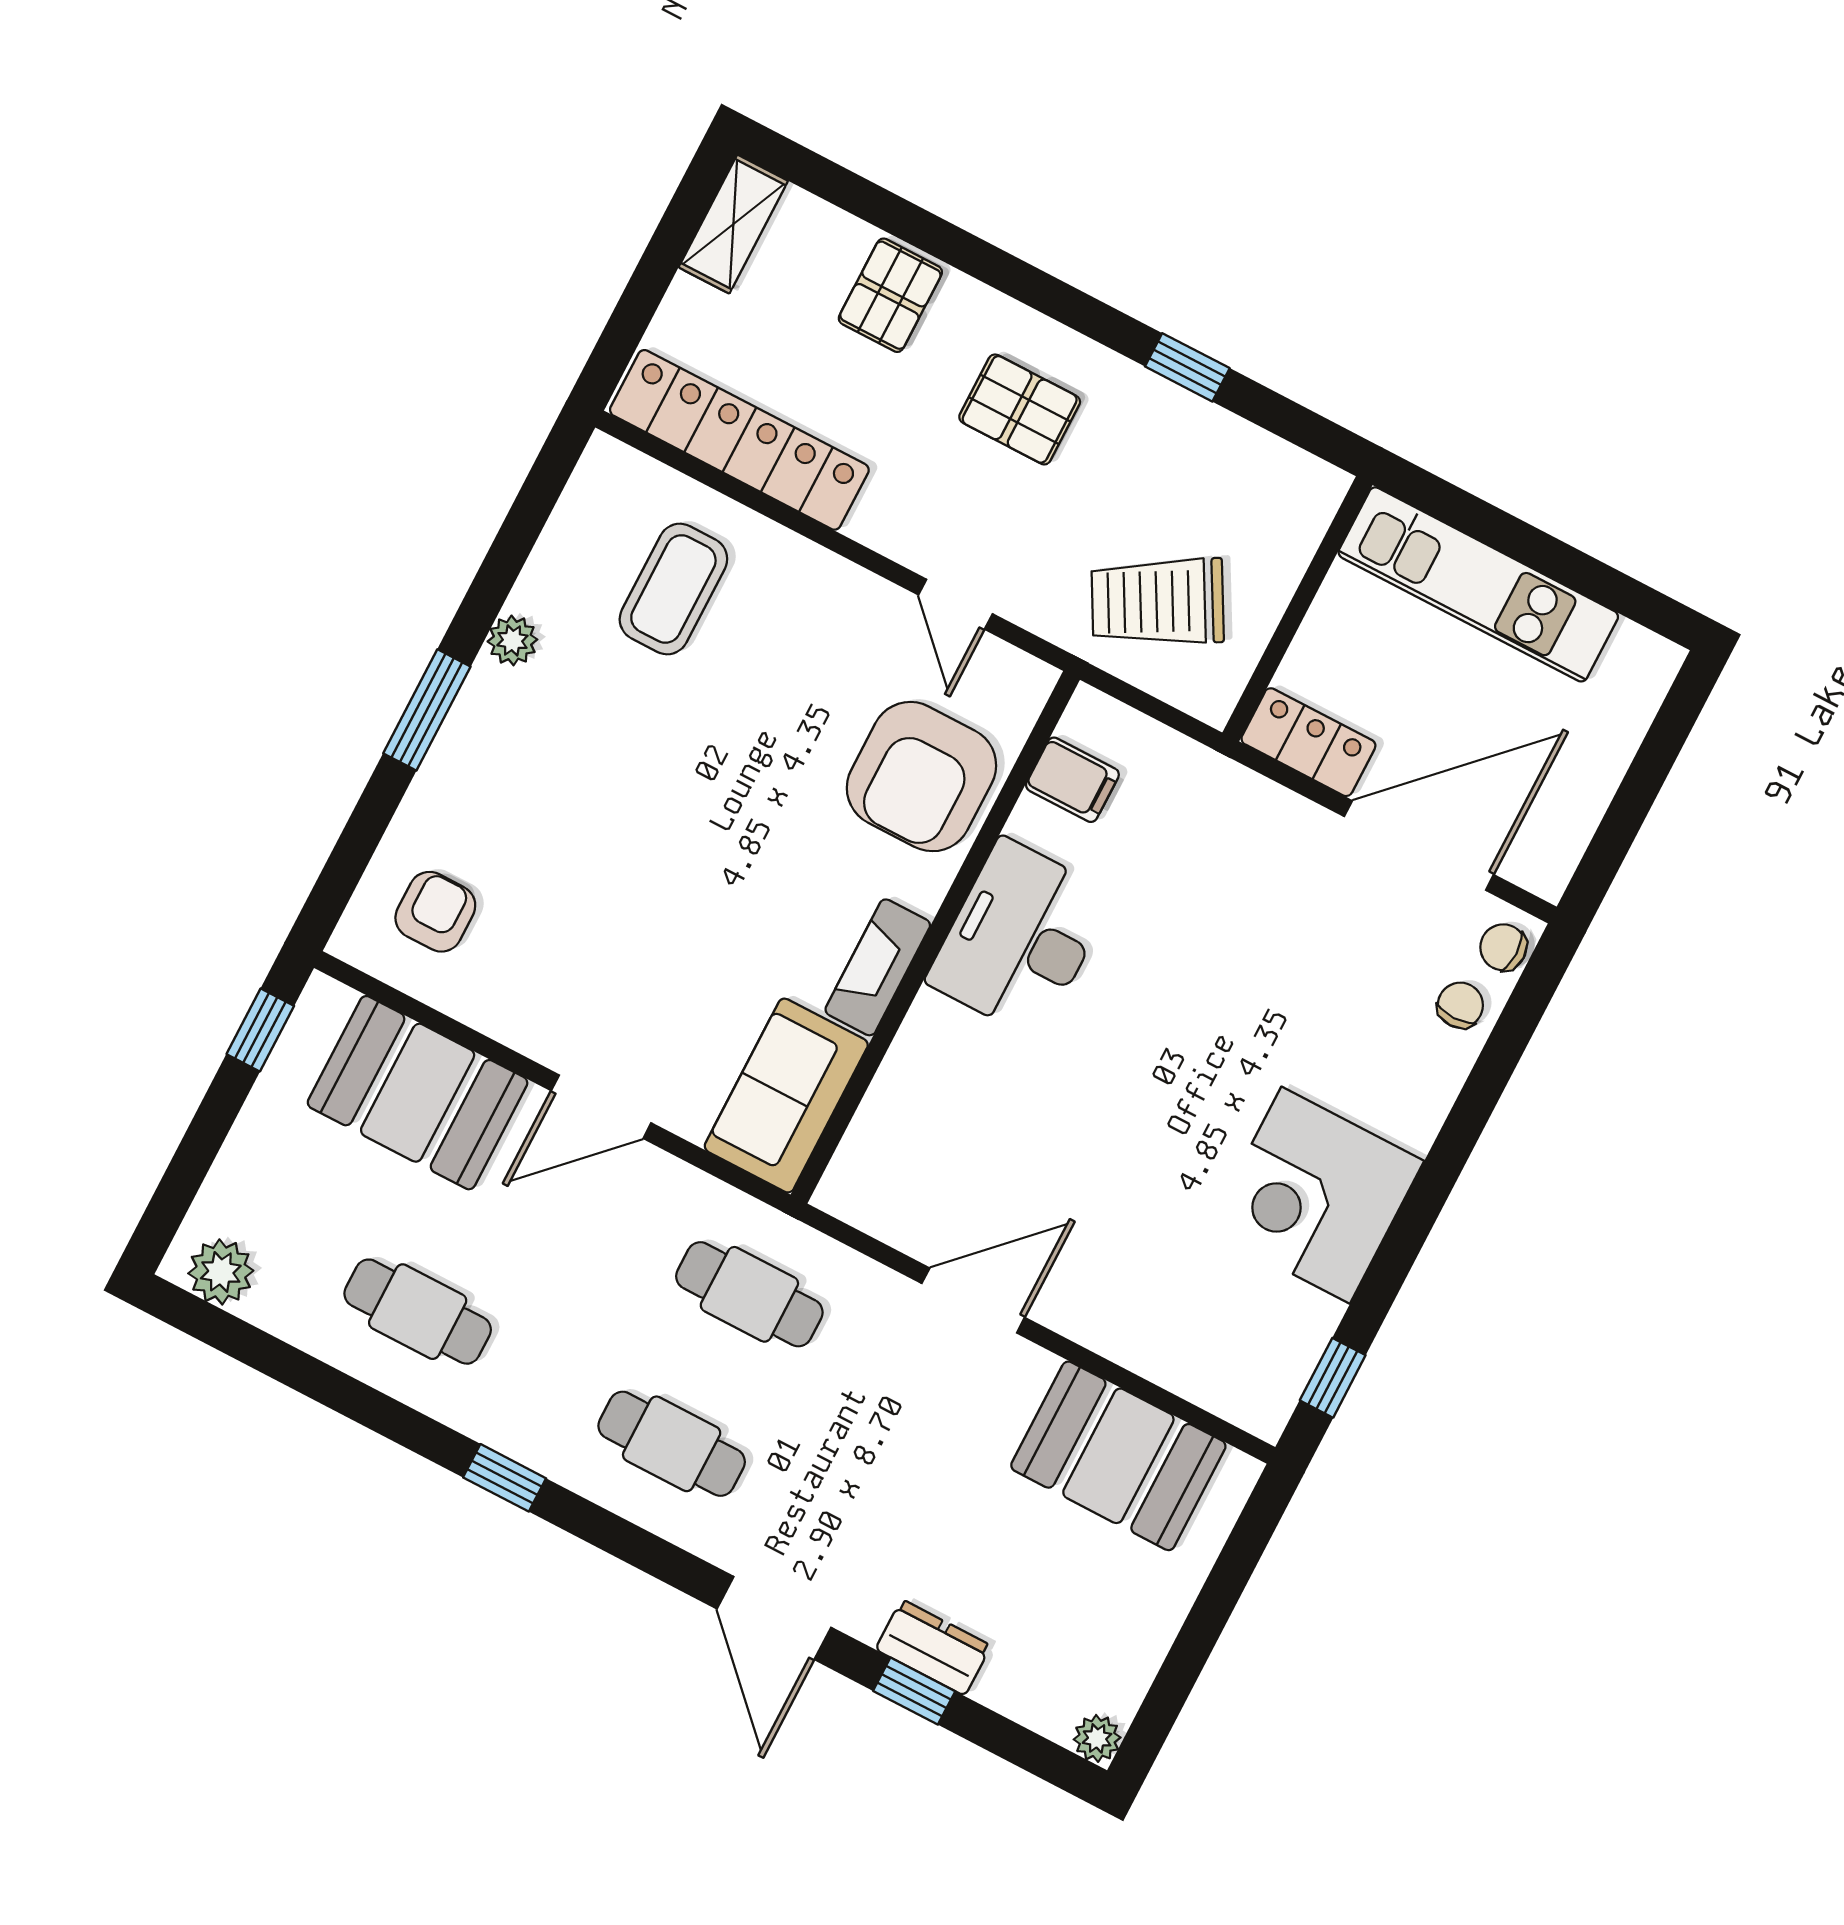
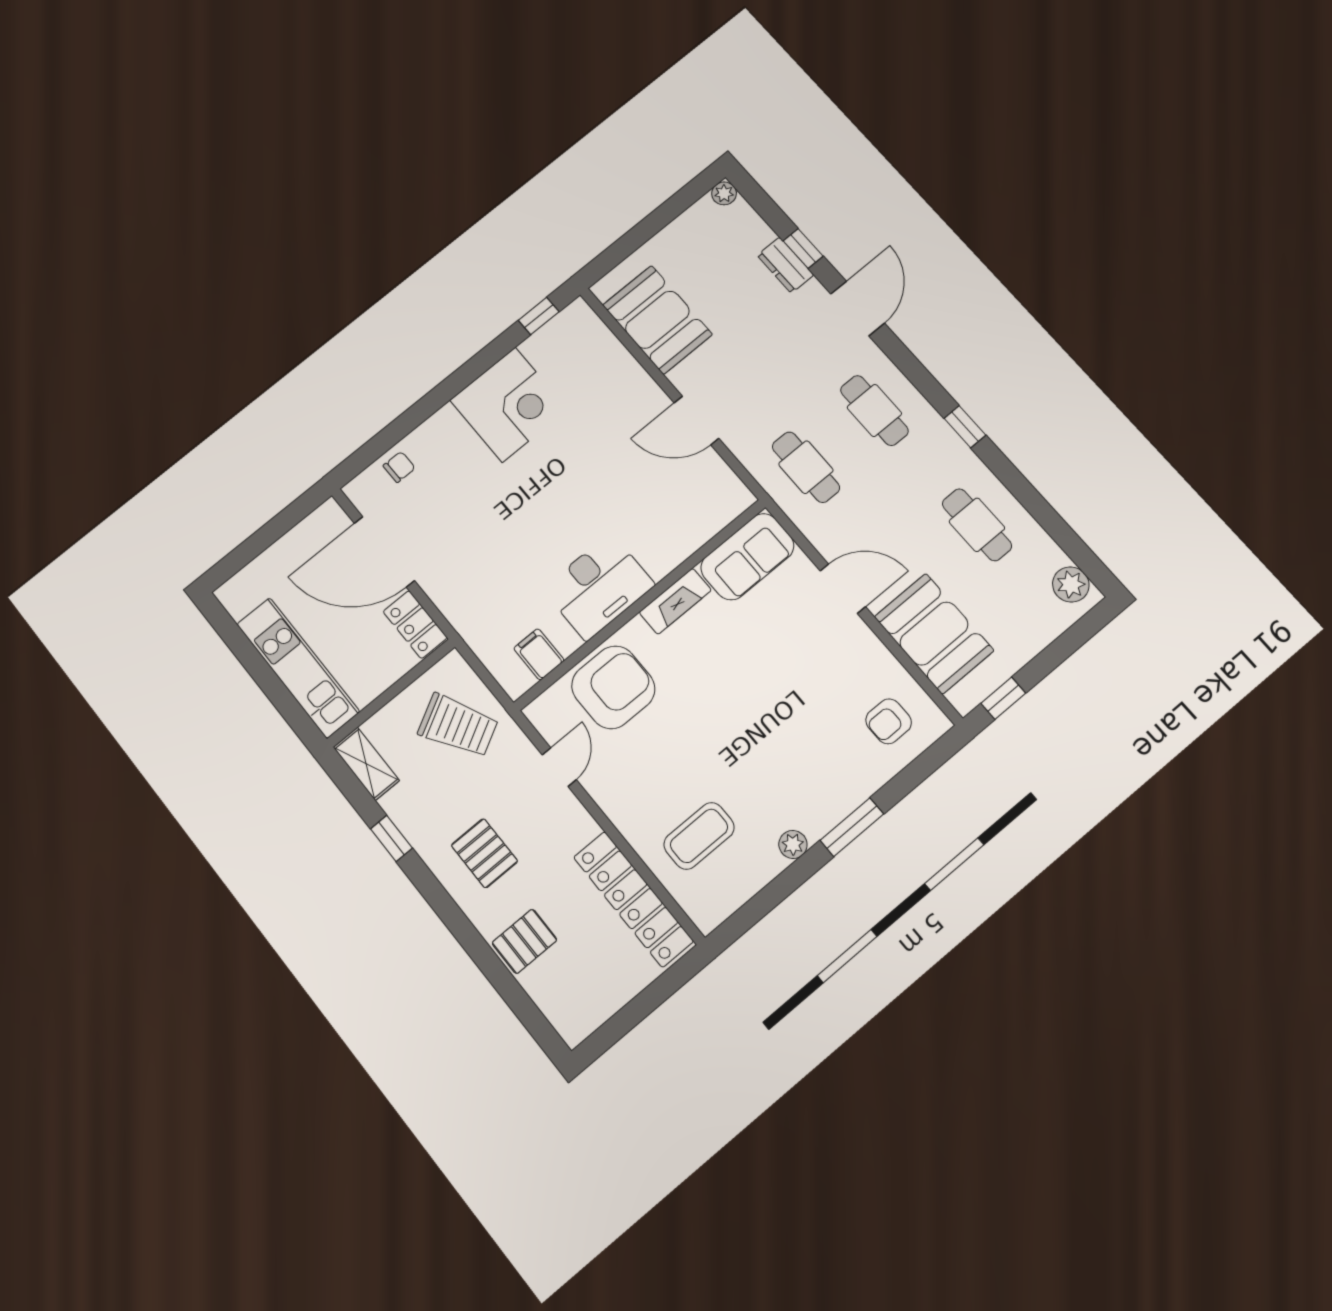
shelving: (733, 224) -> (366, 764), moved, turned 90
chair: (1503, 947) -> (366, 486), removed
chair: (1460, 1005) -> (399, 467), turned 180

